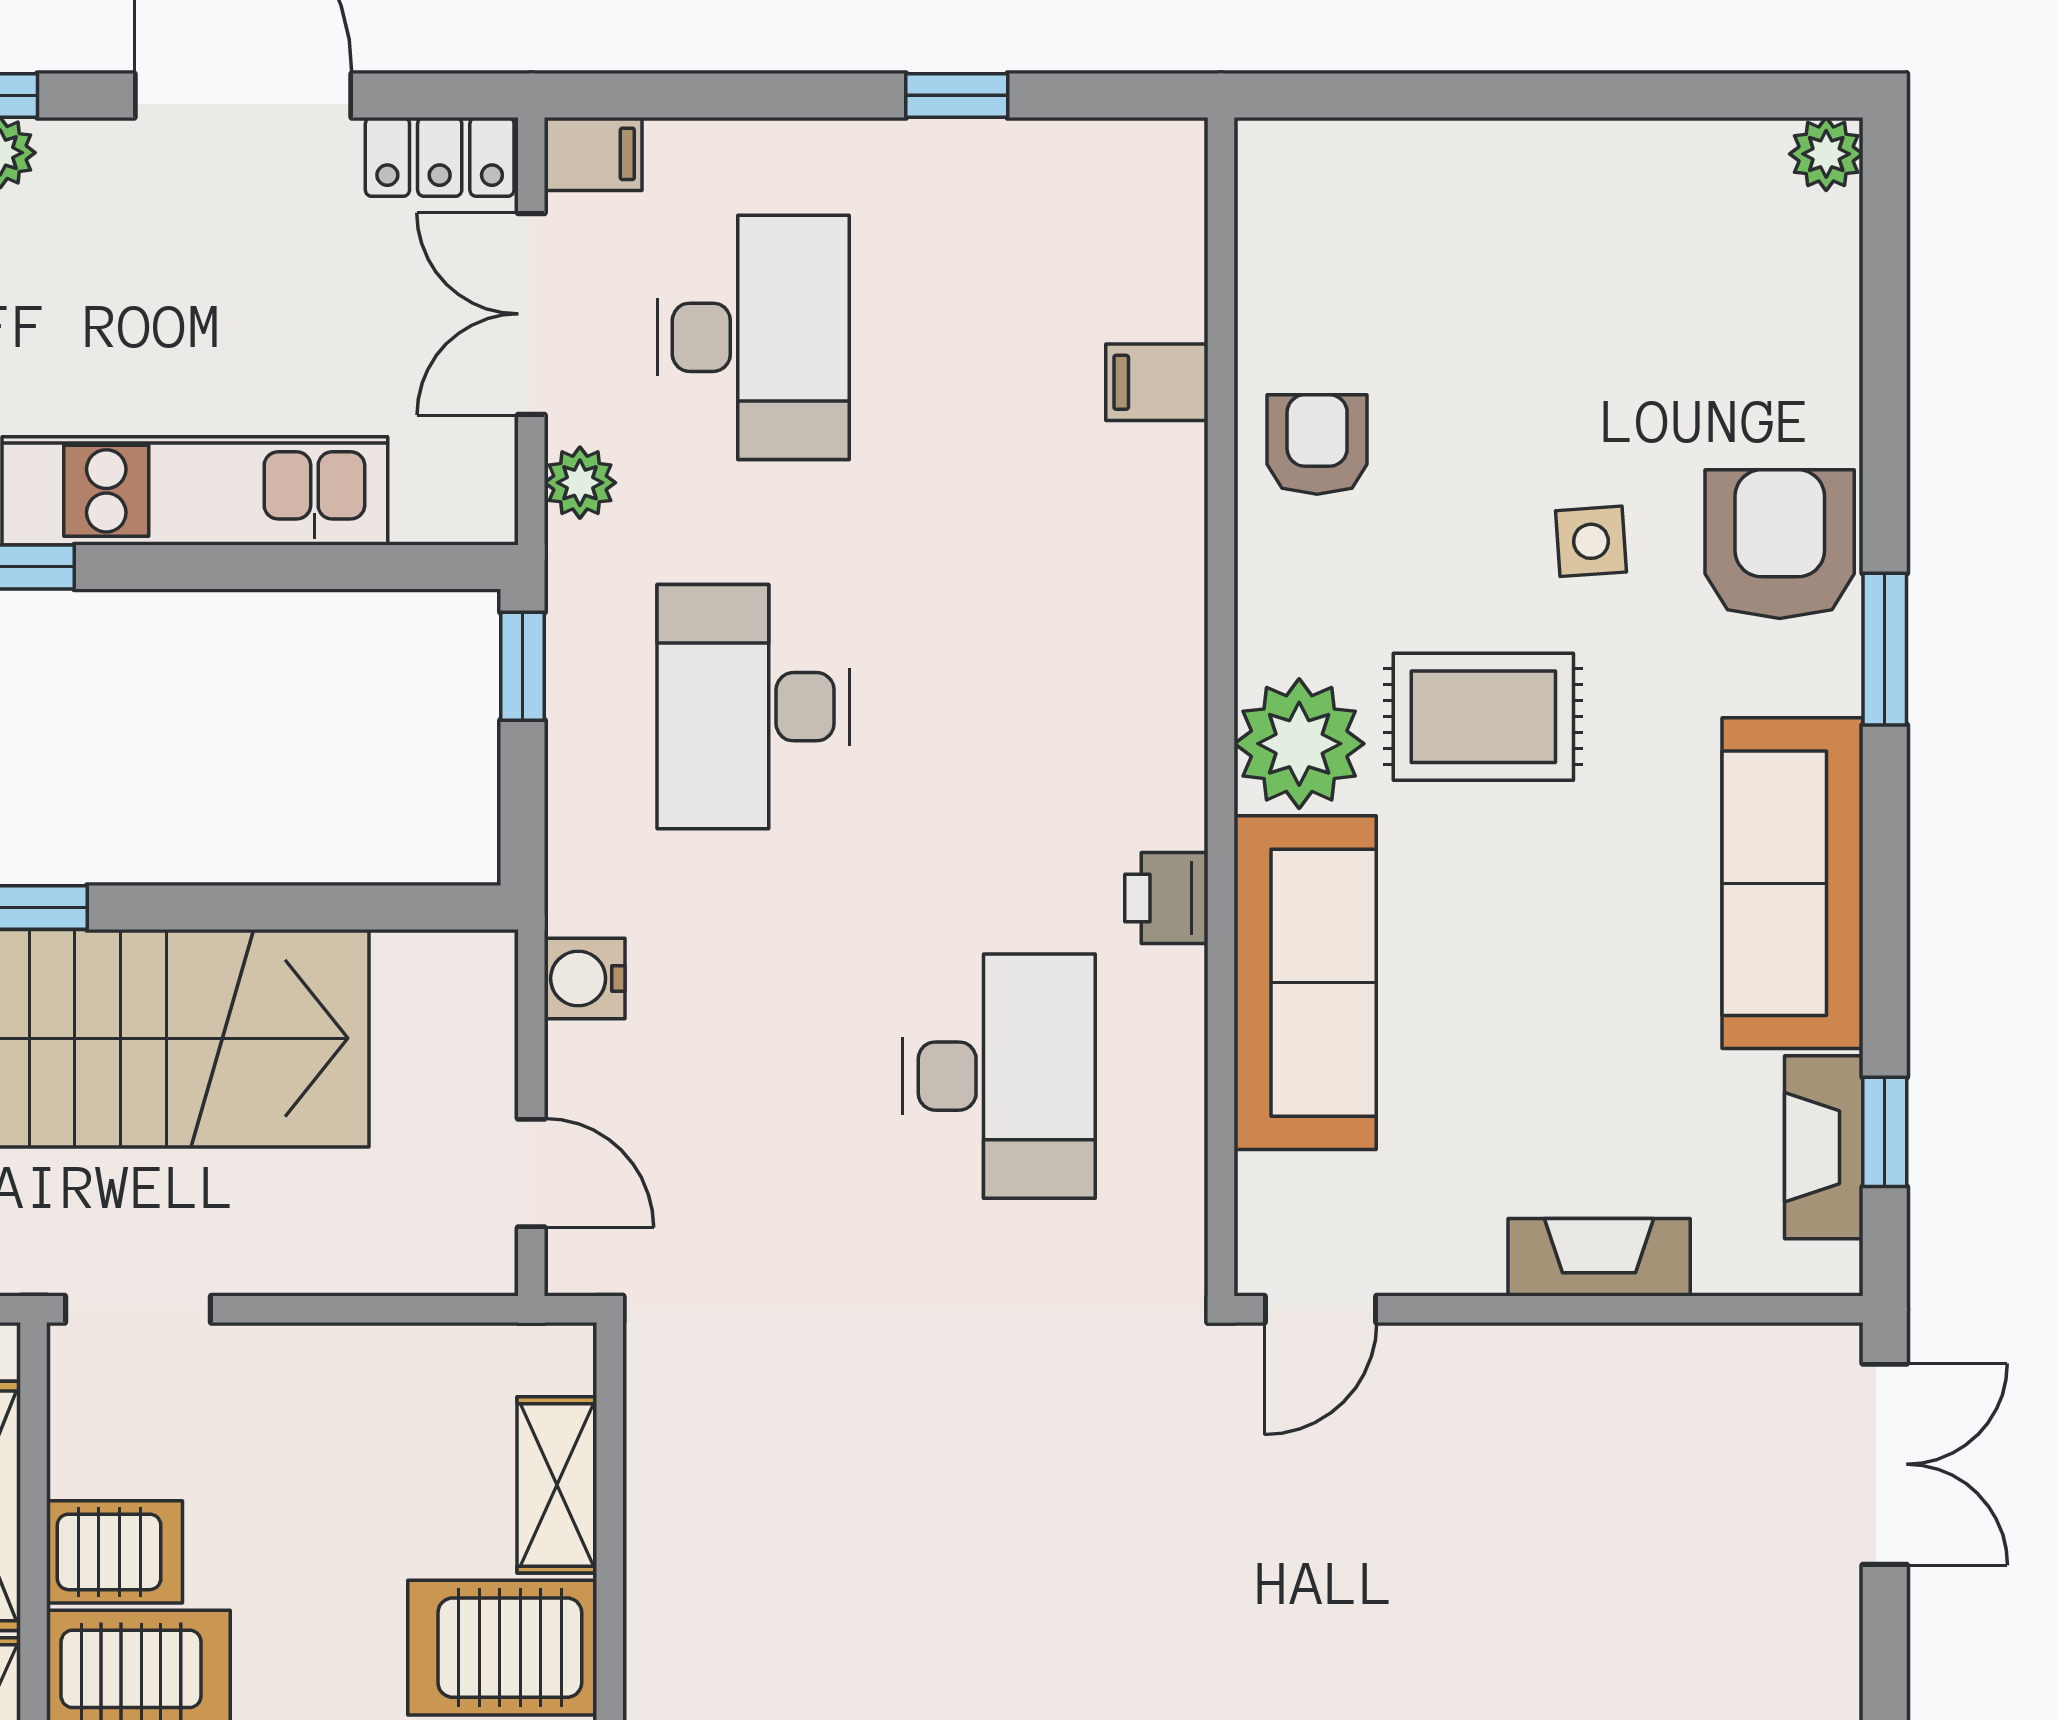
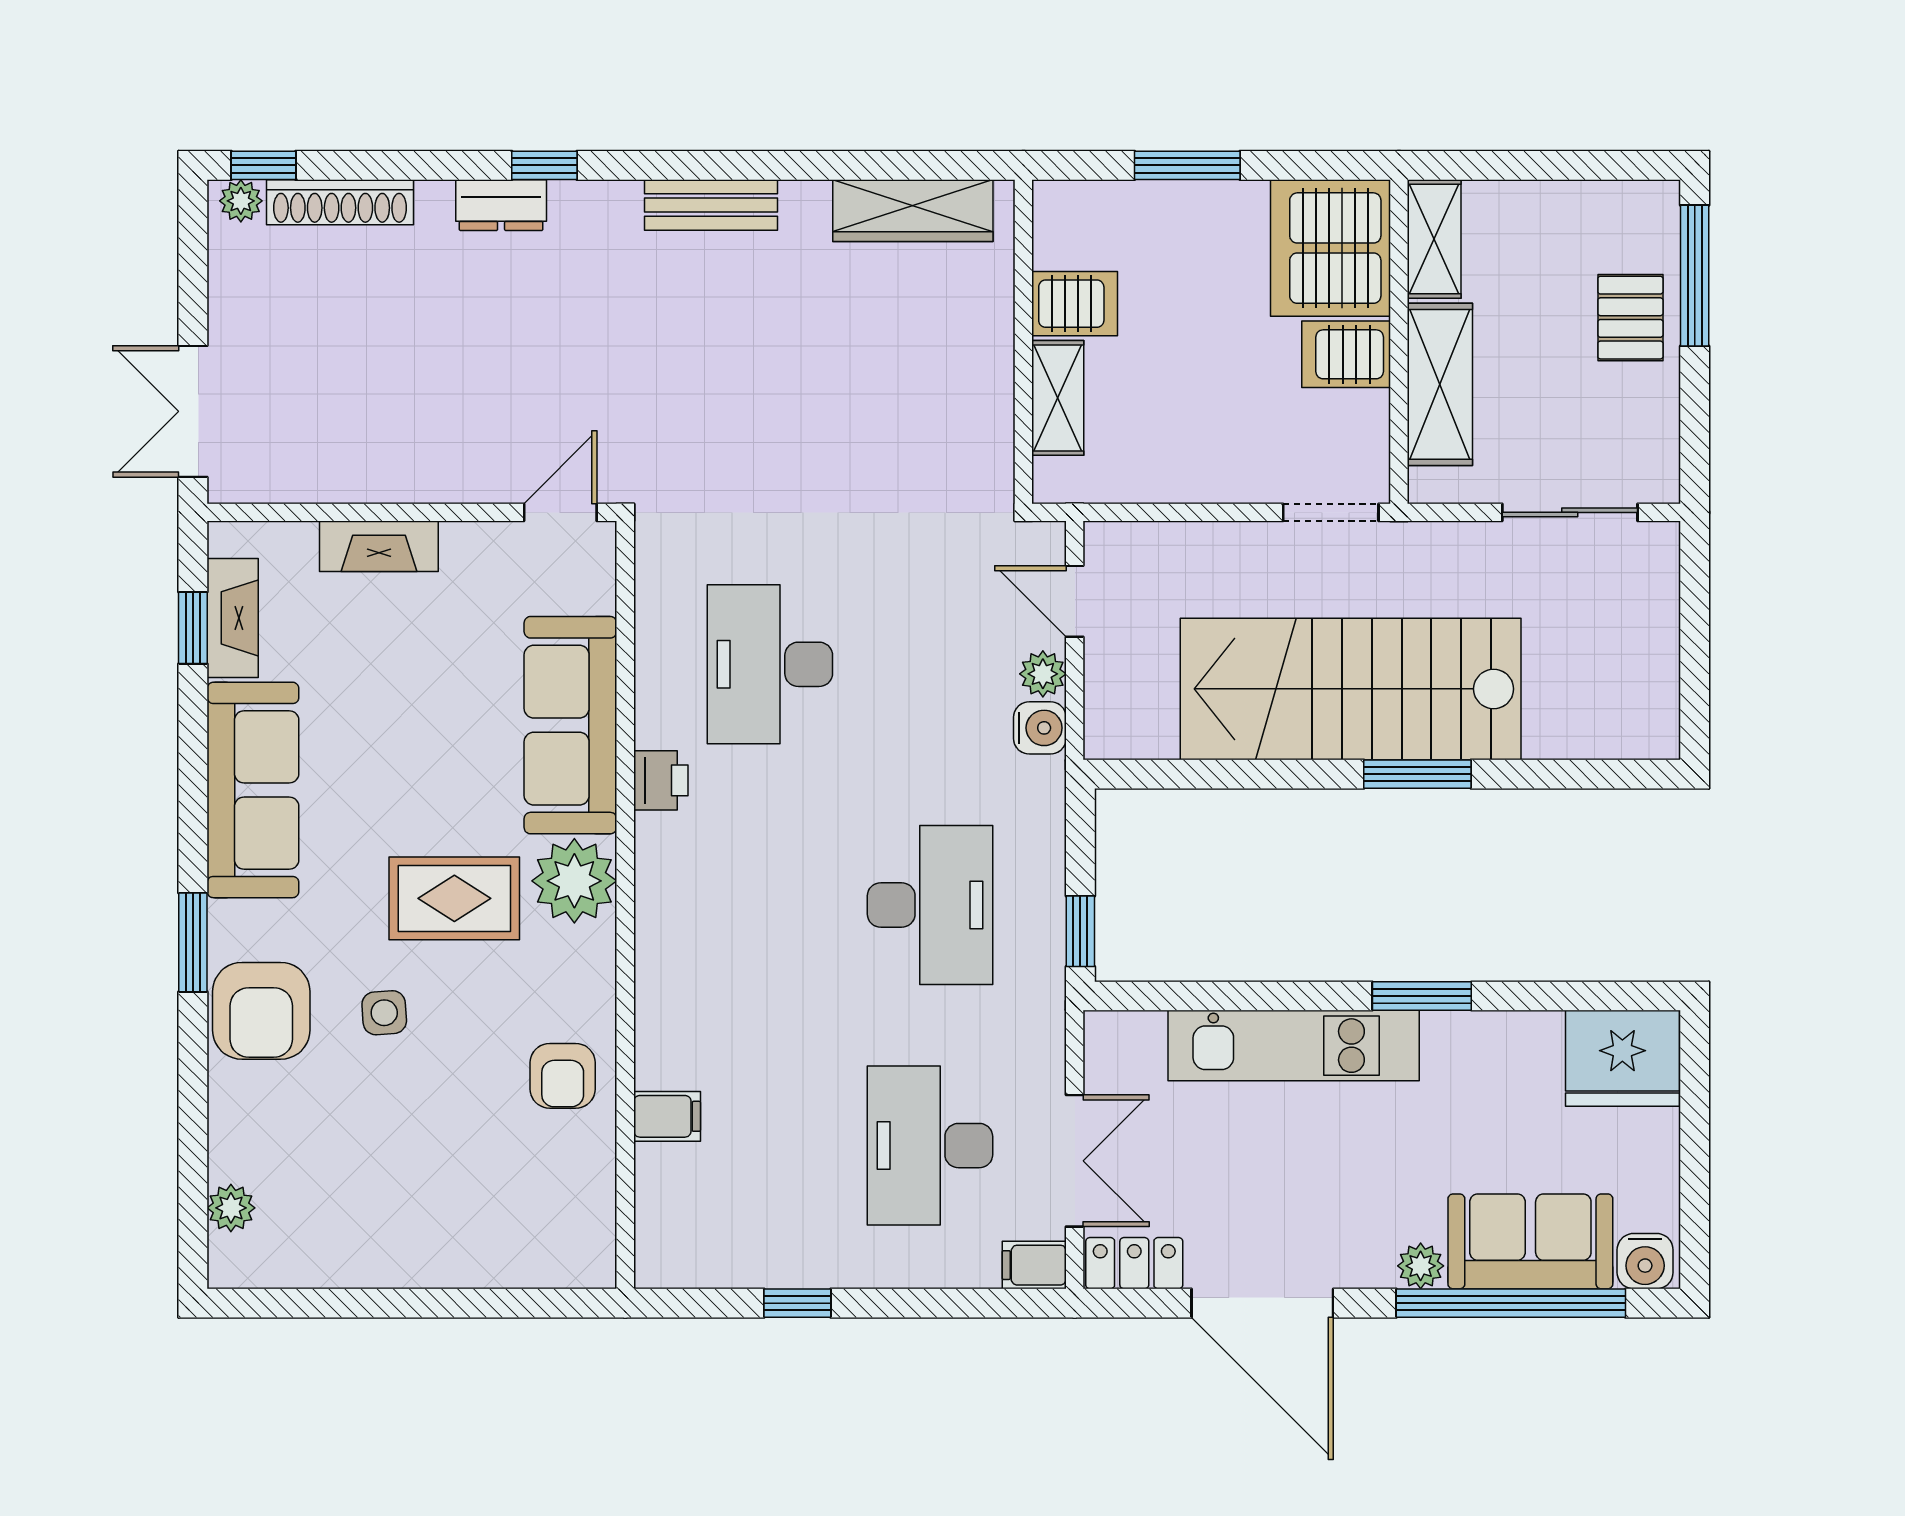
plant: (1826, 154) -> (231, 1208), moved
plant: (580, 483) -> (1043, 674), moved
server rack: (502, 1648) -> (1075, 304), width x0.73, depth x0.70

